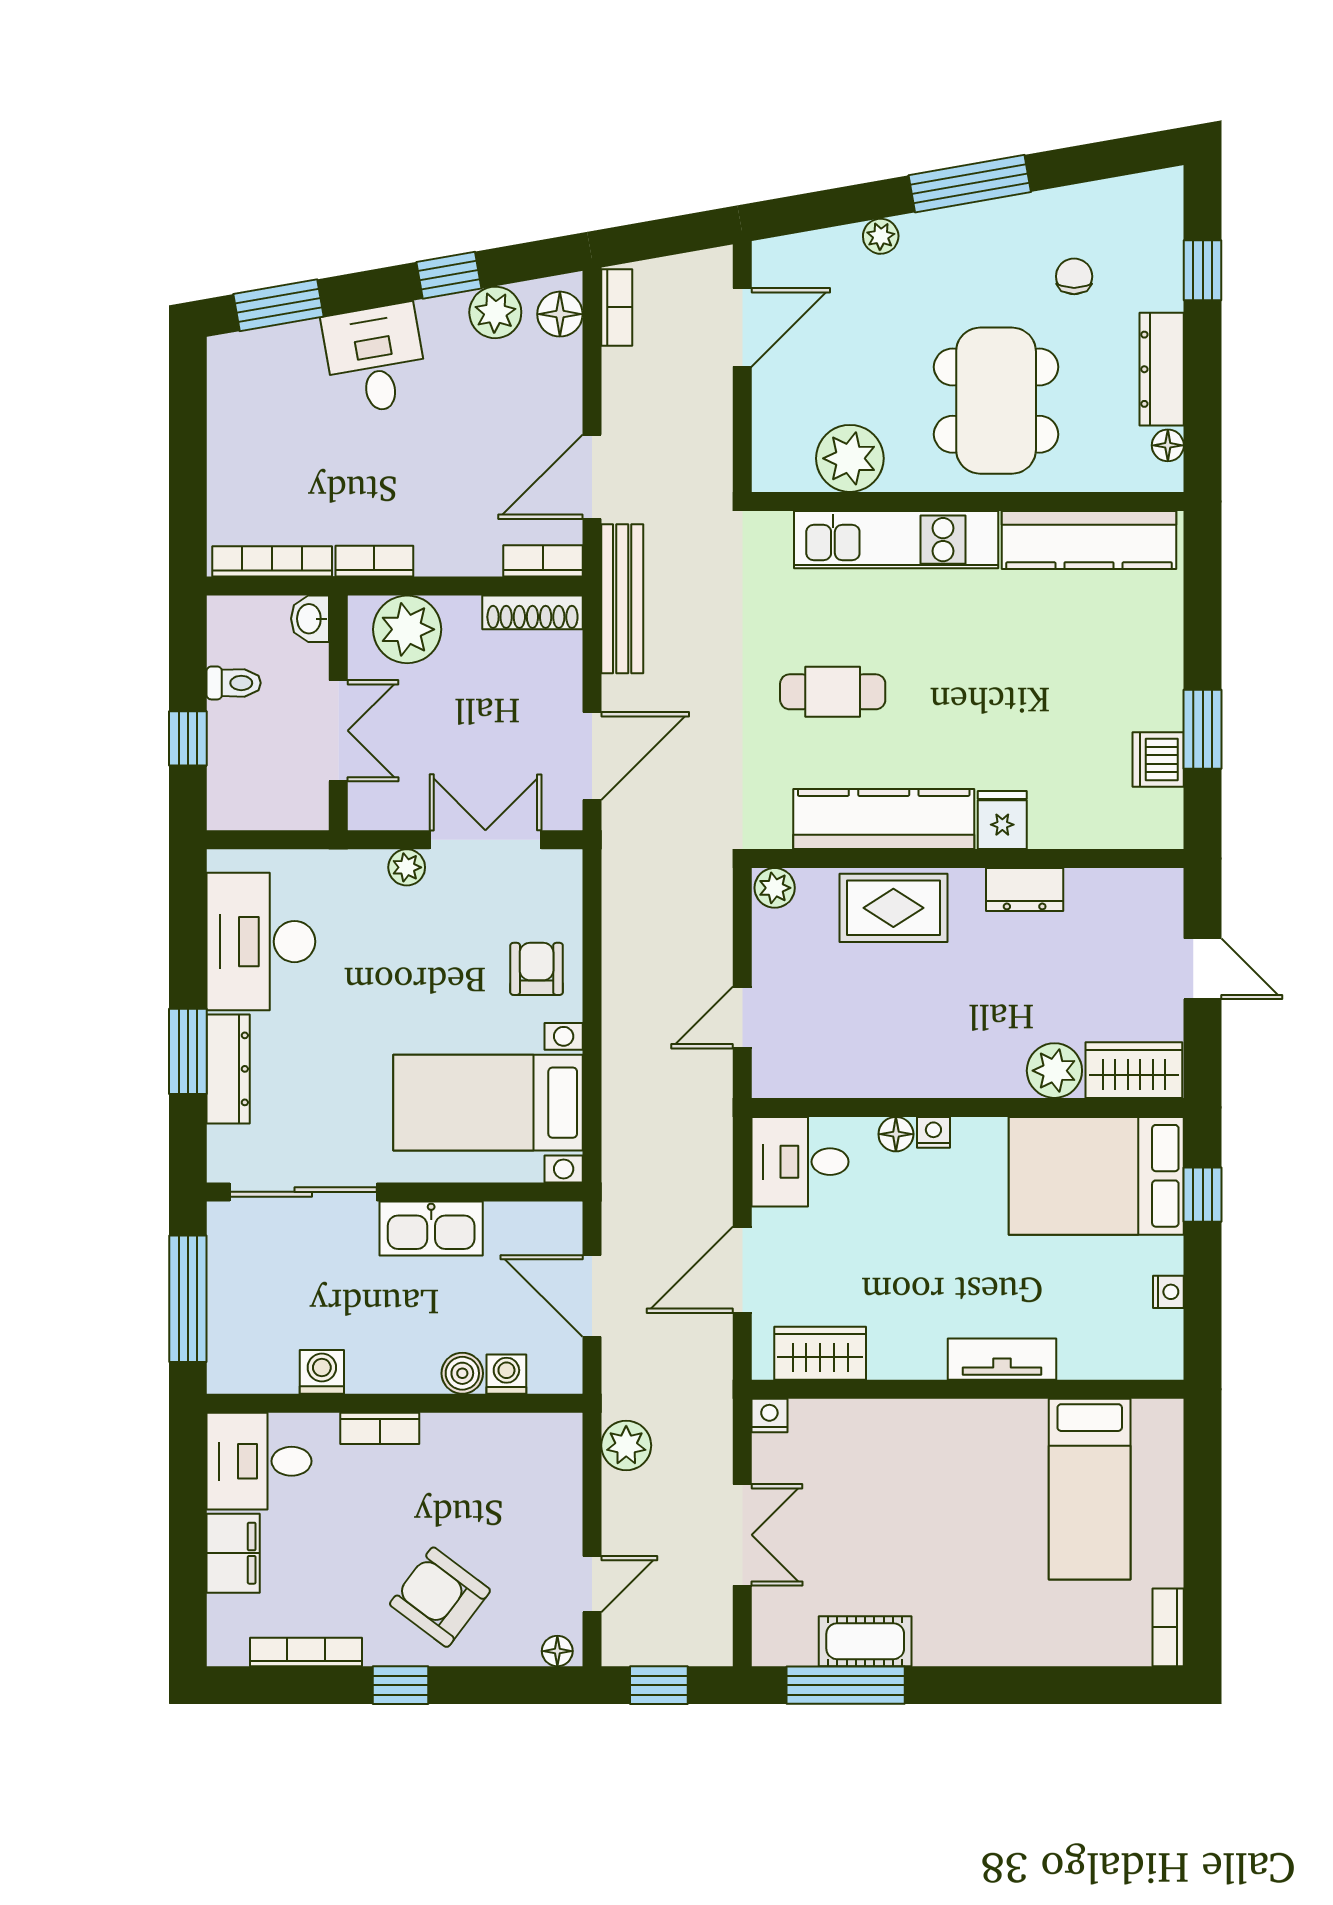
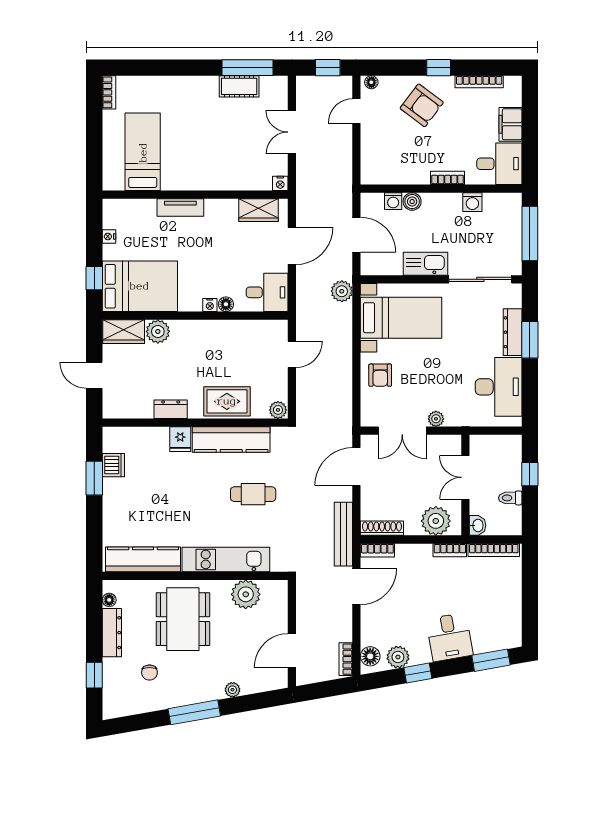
plant: (626, 1445) -> (342, 291), moved

